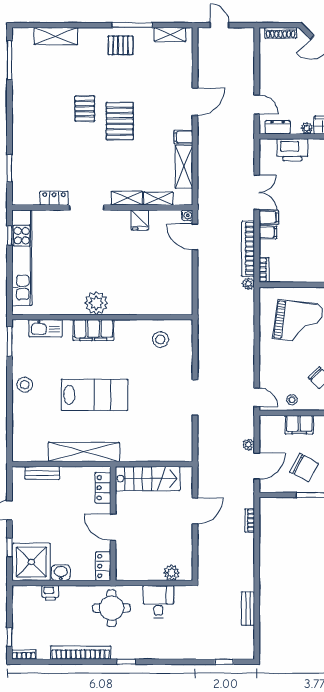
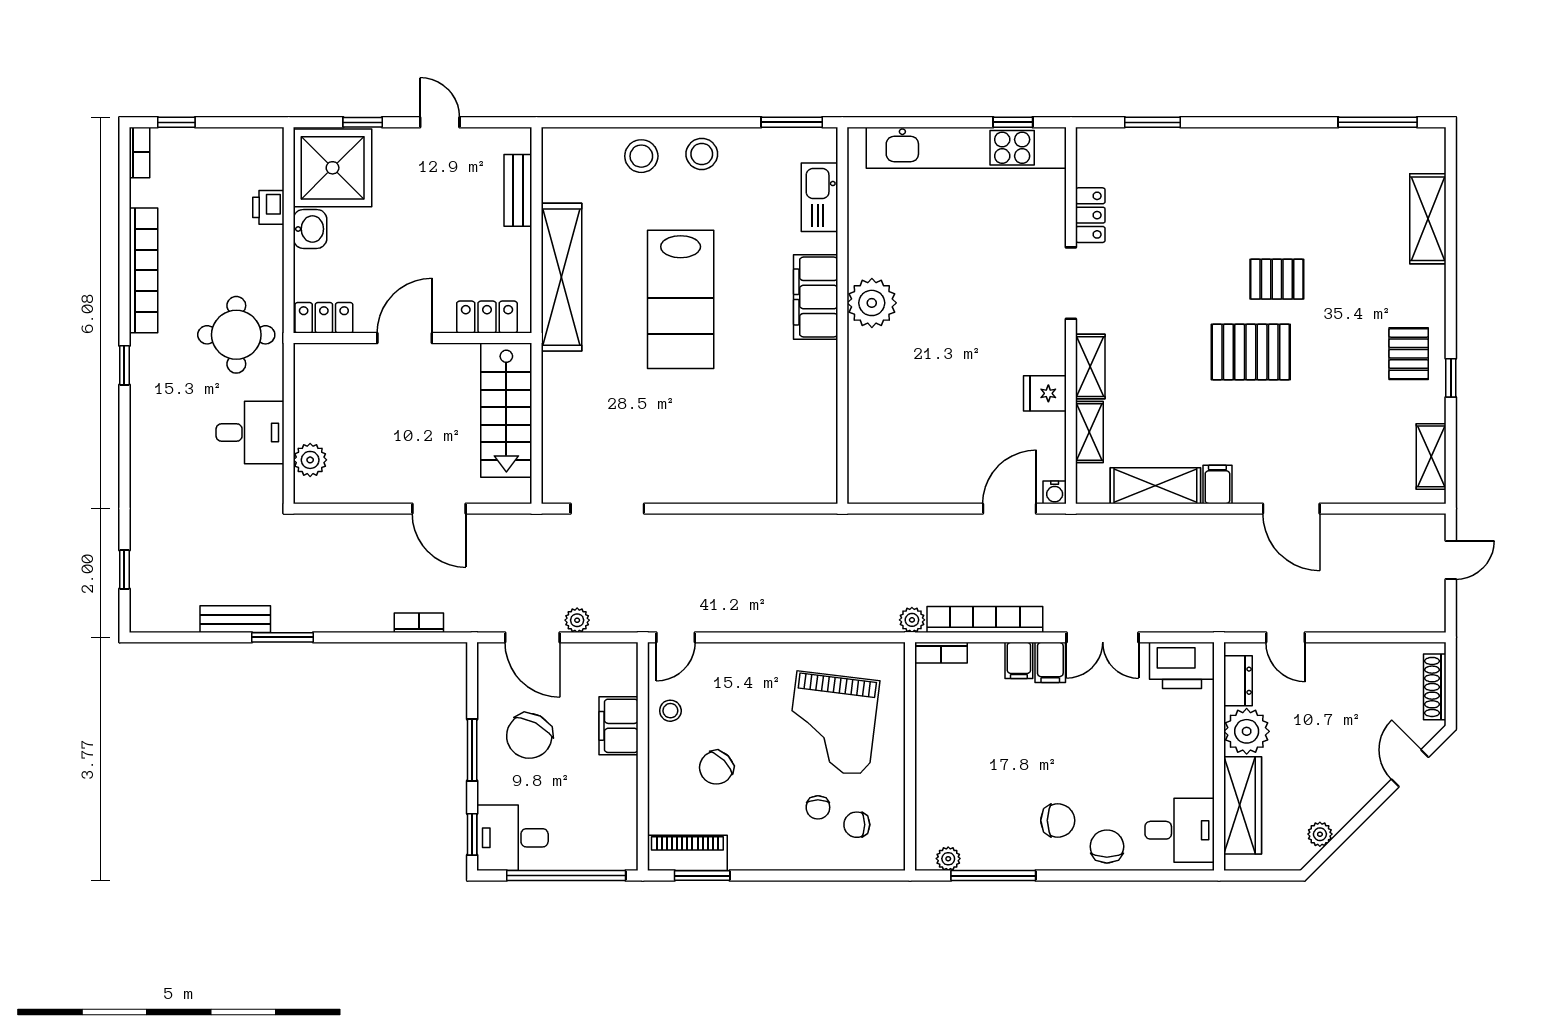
window: (132, 25) -> (1451, 378), width x0.46
door: (257, 104) -> (1285, 637), hinge flipped
plant: (307, 128) -> (1247, 731), width x1.87, depth x1.87
printer: (292, 150) -> (1182, 665), moved, turned -90
stool: (160, 339) -> (641, 156), moved
doorway: (195, 398) -> (607, 509), moved
window: (257, 586) -> (282, 637), added

